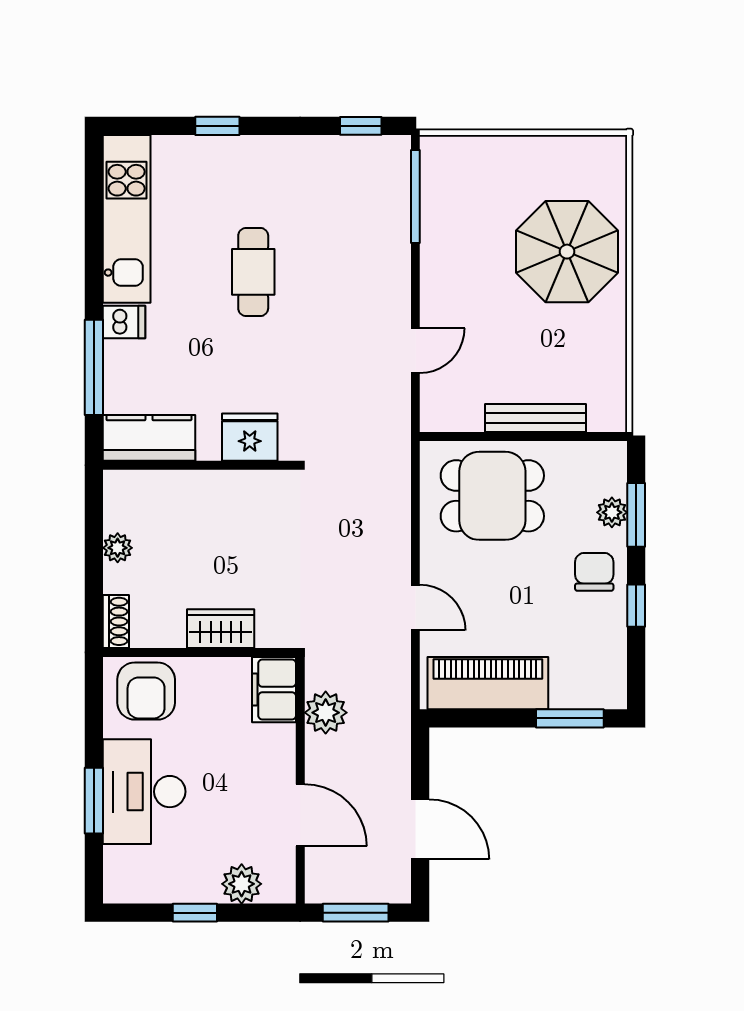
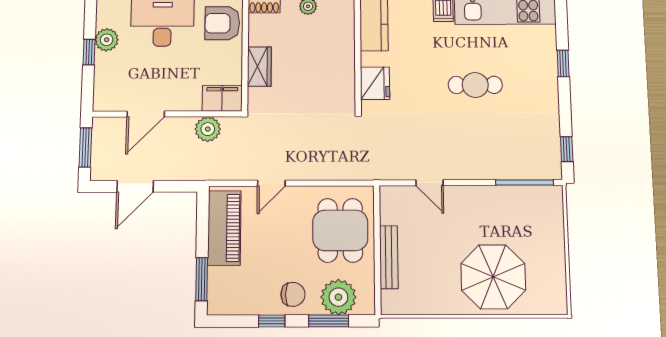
plant: (612, 512) -> (338, 297), width x1.87, depth x1.87
plant: (242, 884) -> (107, 40), moved

